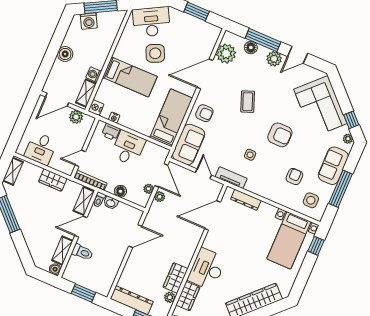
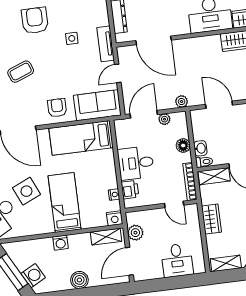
washing machine: (94, 75) -> (61, 243), moved
door: (57, 100) -> (129, 261), swing flipped
desk: (41, 149) -> (177, 260), moved, turned 90
plant: (160, 197) -> (182, 102), moved

